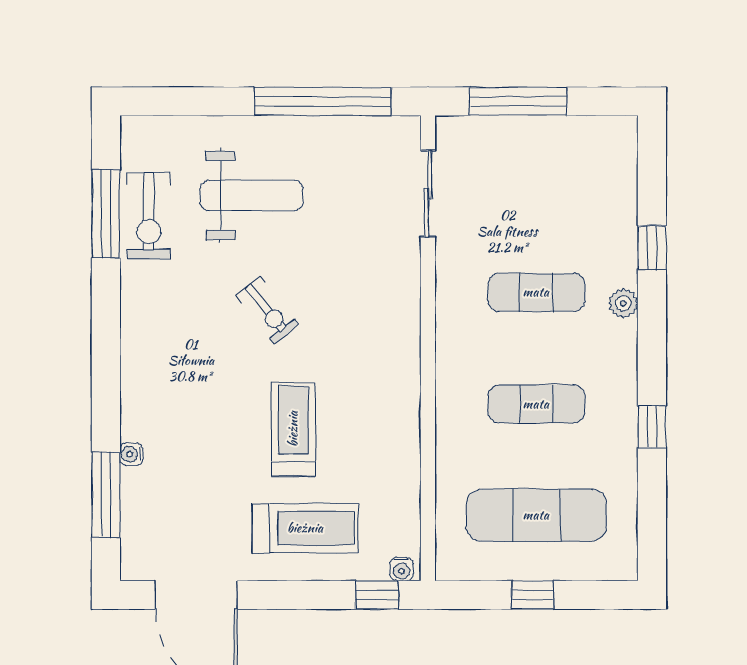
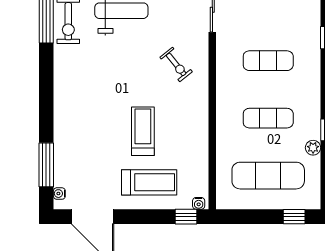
plant: (623, 303) -> (313, 148), moved
exercise bike: (267, 310) -> (176, 64), moved
water cooler: (131, 454) -> (59, 194), moved
window: (533, 595) -> (294, 217), moved

